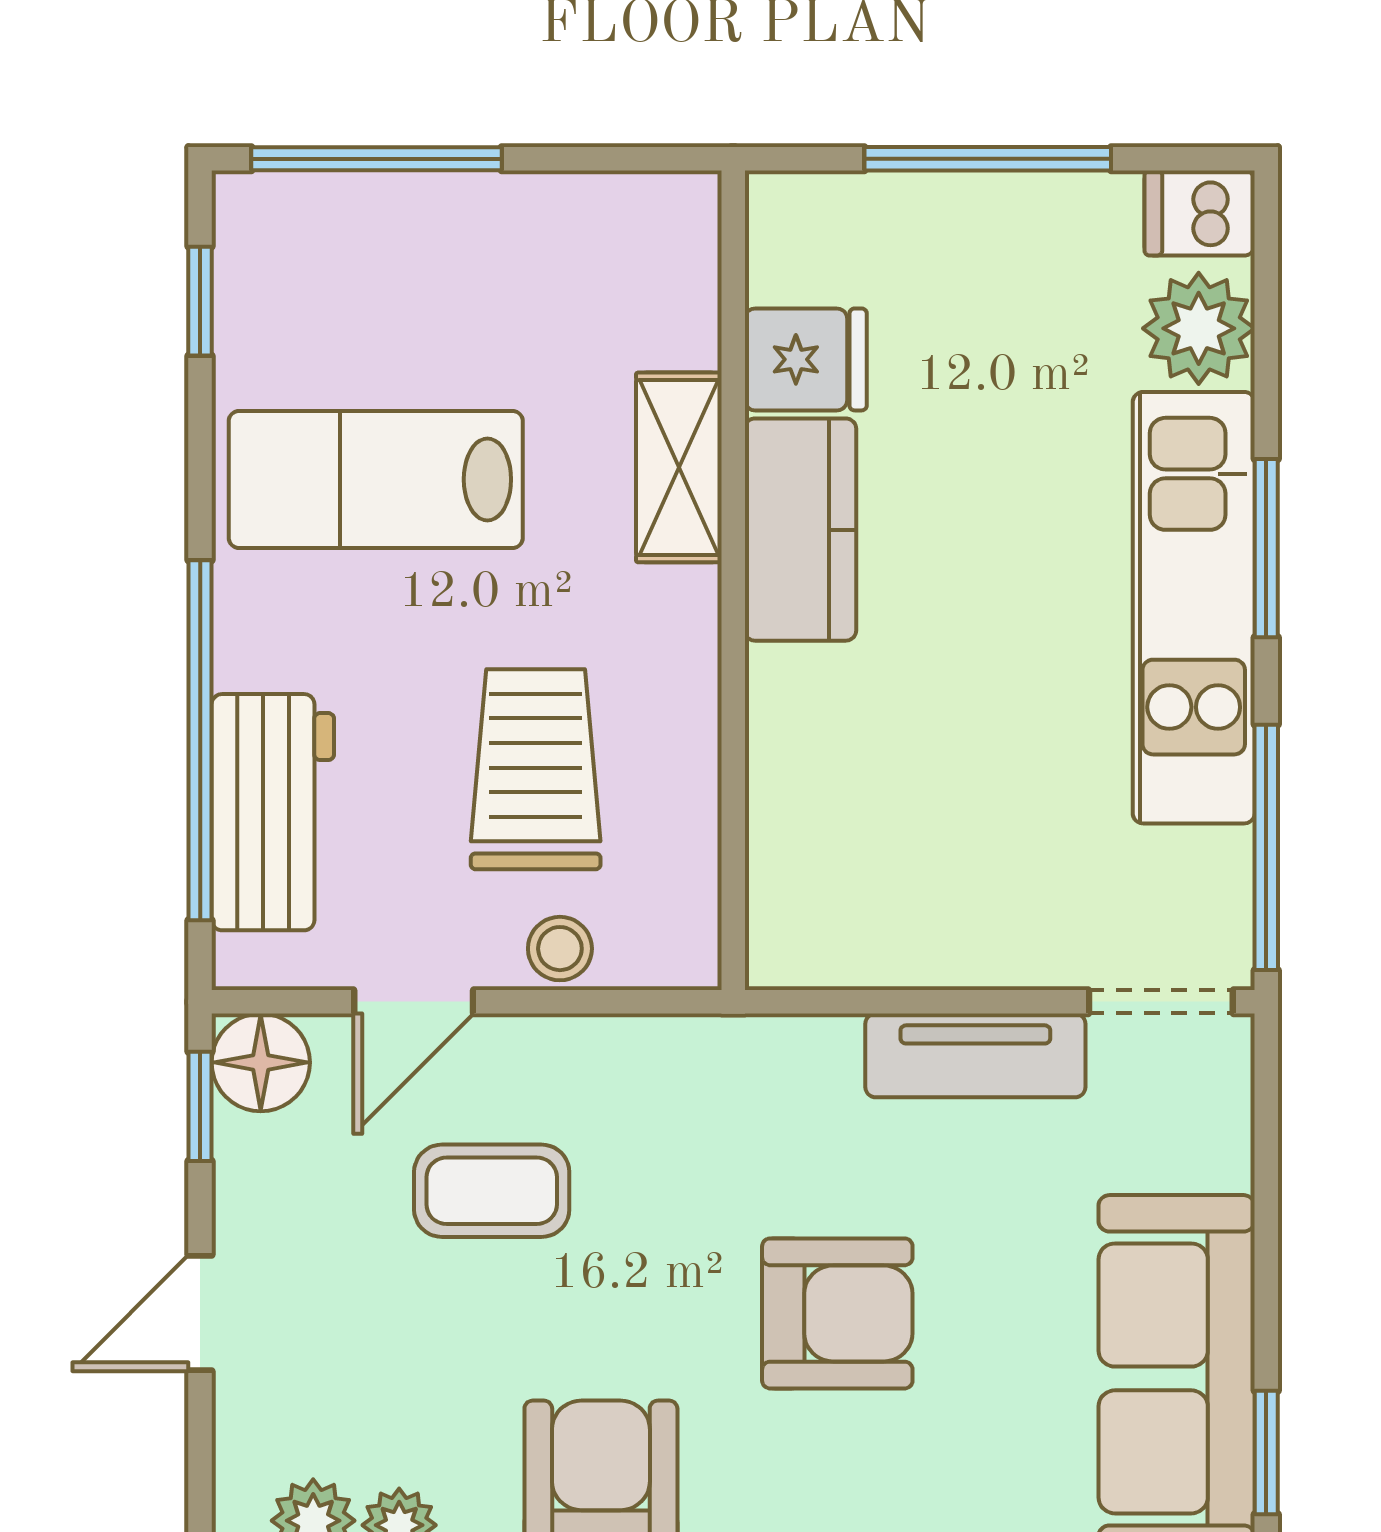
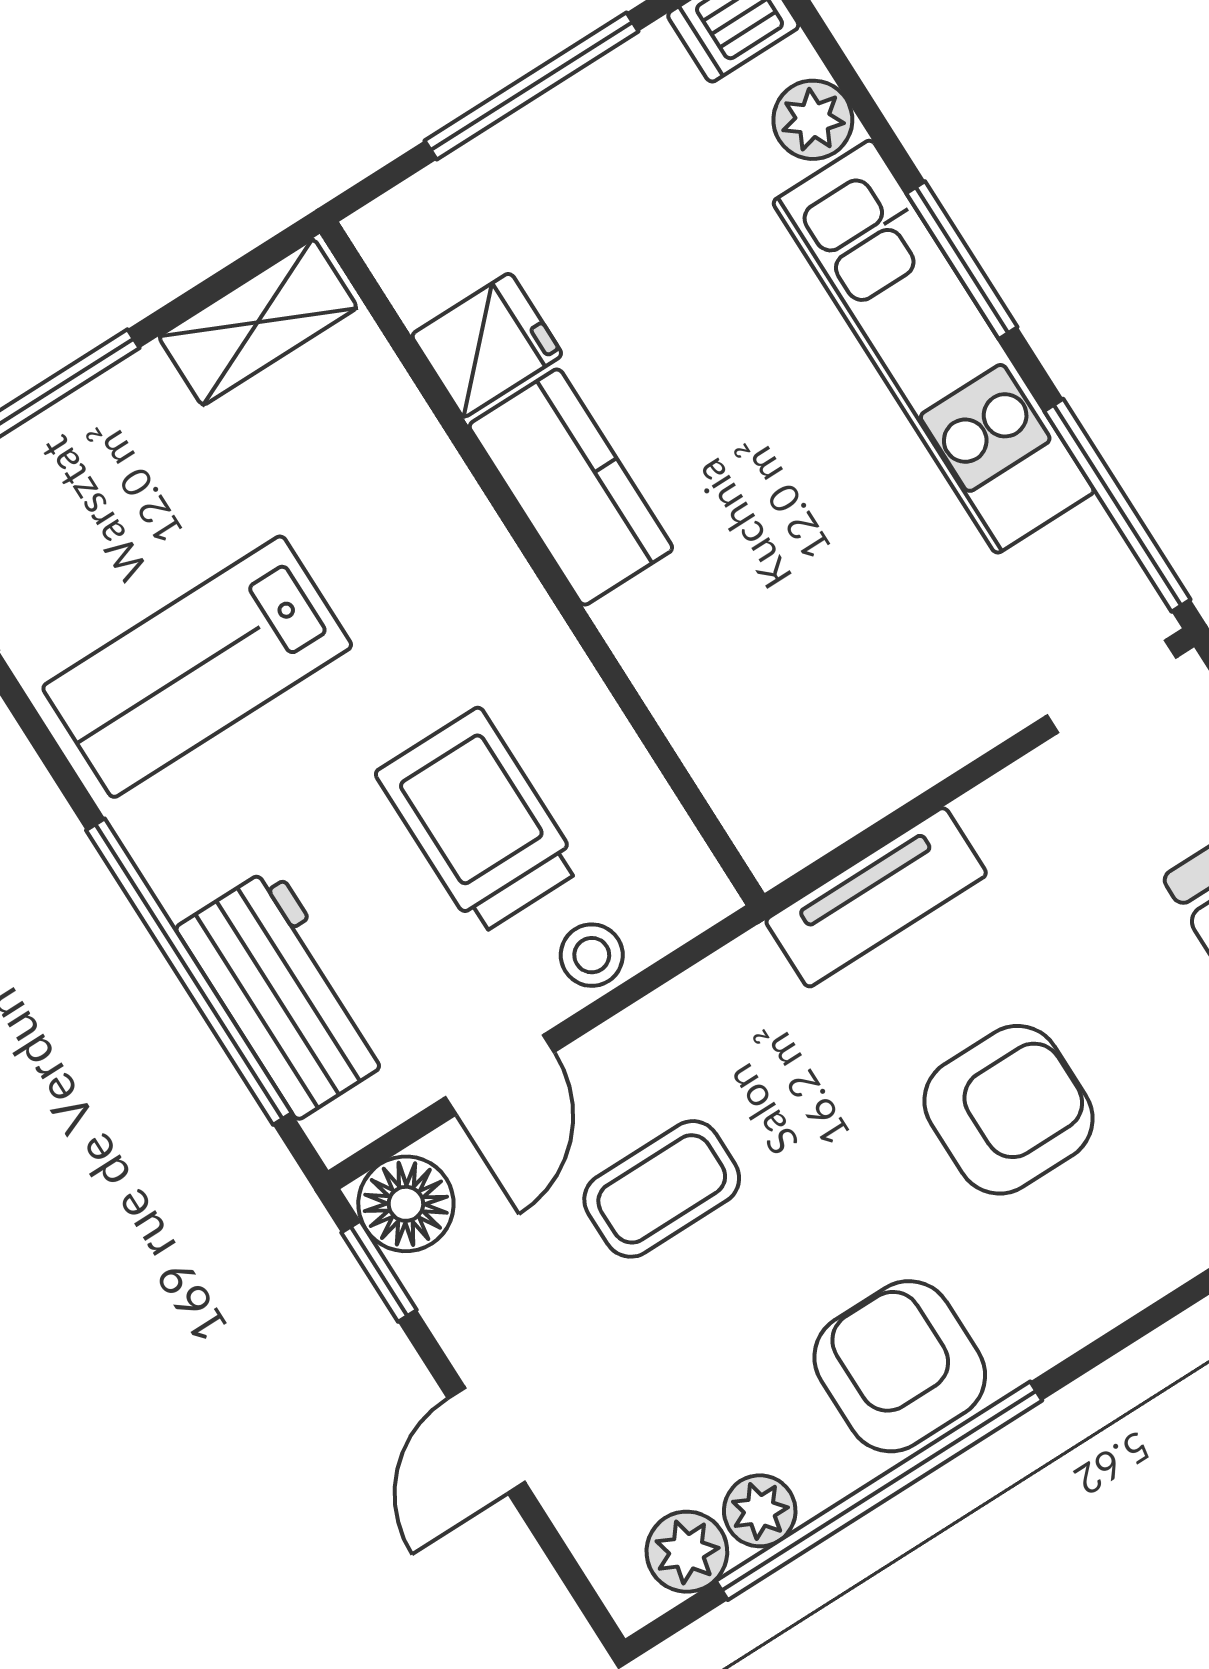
plant: (1199, 328) -> (813, 120), width x0.73, depth x0.73
shelving: (679, 467) -> (258, 322), moved, turned 90
tv unit: (975, 1055) -> (876, 897), moved

